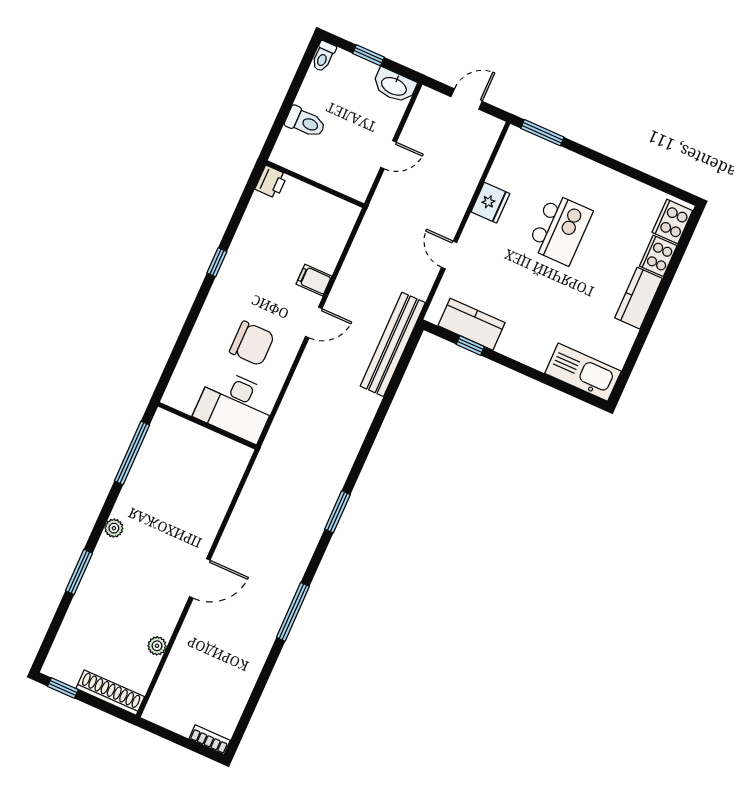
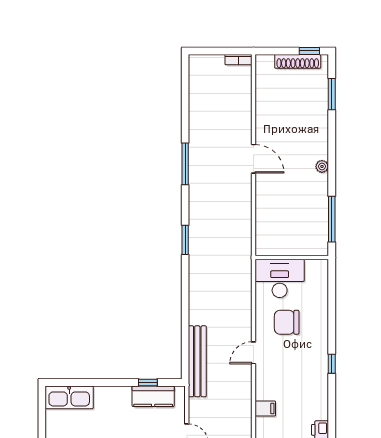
filing cabinet: (314, 280) -> (265, 408), moved
window: (79, 572) -> (332, 94), moved
door: (200, 578) -> (253, 159), swing flipped
plant: (157, 646) -> (262, 104), removed
shoe rack: (110, 693) -> (298, 61), moved
bookcase: (210, 740) -> (238, 60), moved

